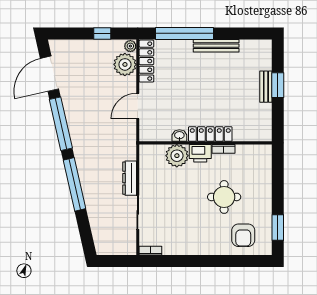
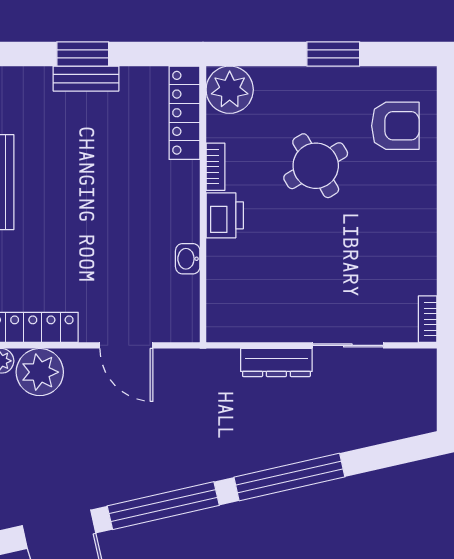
locker: (210, 134) -> (185, 113), moved
plant: (177, 156) -> (230, 90), moved
round table: (224, 197) -> (316, 166), turned -31
window: (278, 227) -> (333, 54), moved

